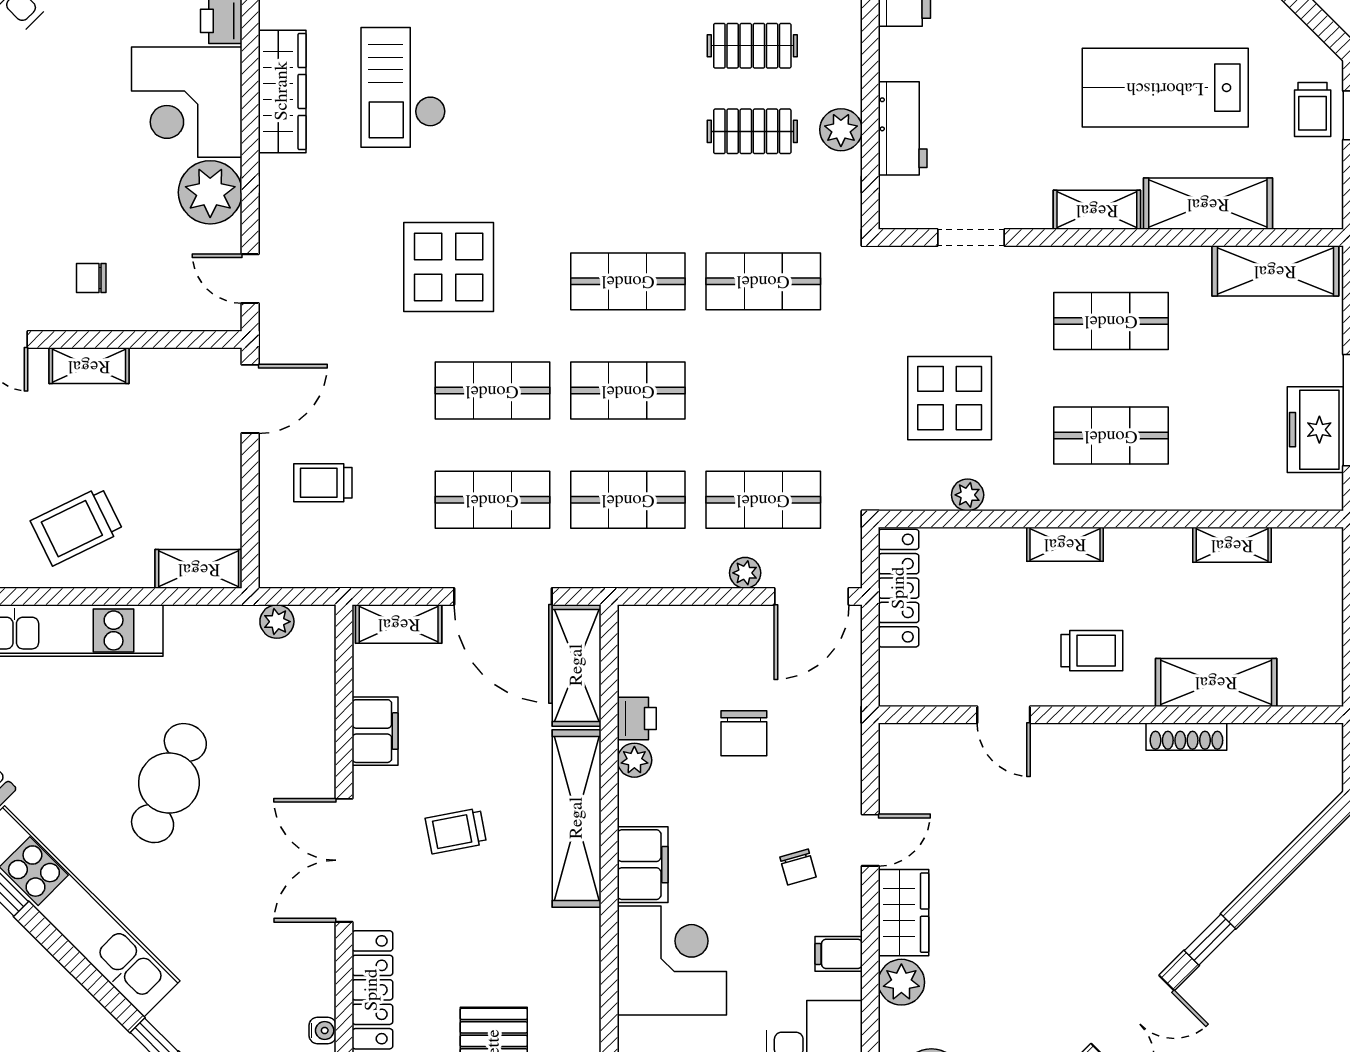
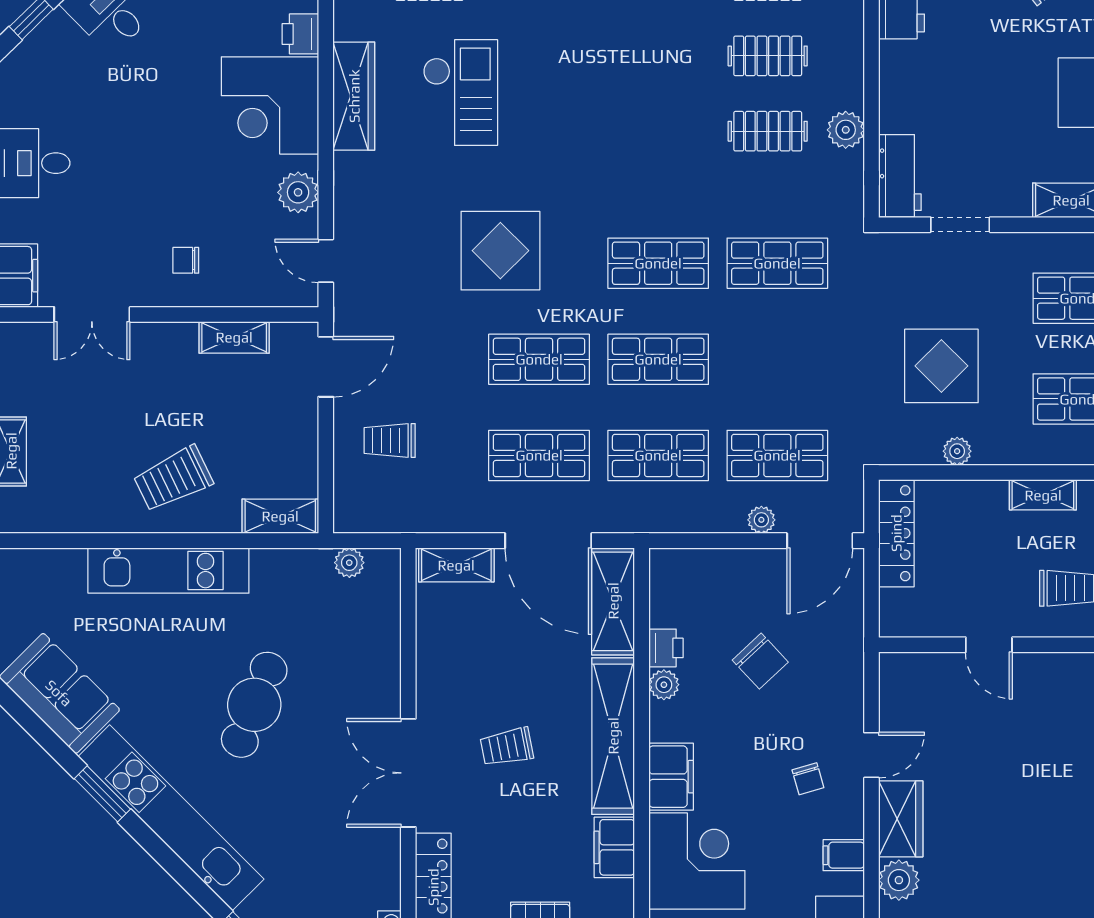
checkout: (403, 87) -> (460, 93), turned 180
workbench: (903, 128) -> (900, 176), moved
plant: (210, 192) -> (298, 192), width x0.73, depth x0.73
shelving: (89, 366) -> (234, 337), moved
filing cabinet: (375, 731) -> (614, 847), moved, turned 180
chair: (744, 733) -> (760, 661), turned -43

